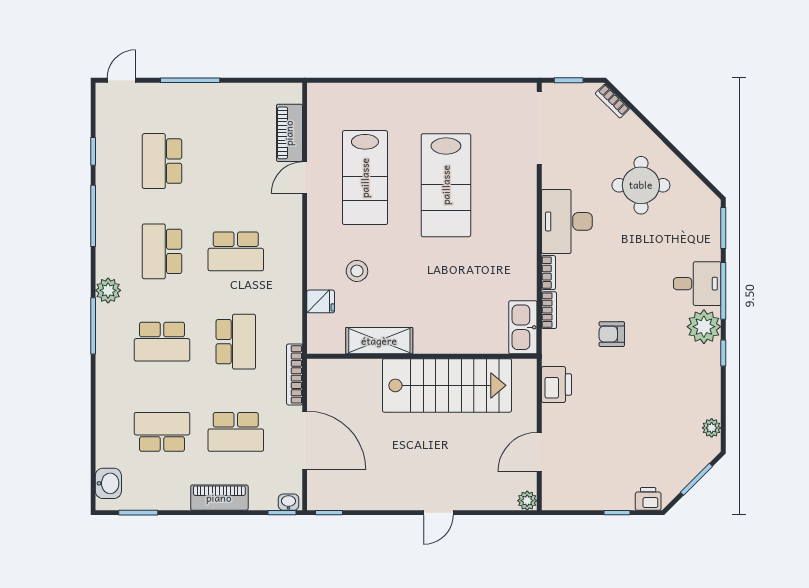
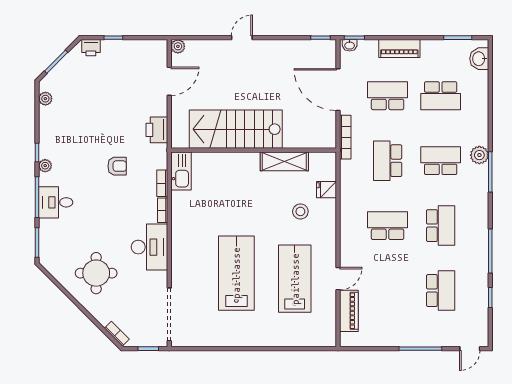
plant: (108, 290) -> (479, 155), moved
plant: (704, 327) -> (45, 166), width x0.53, depth x0.53

